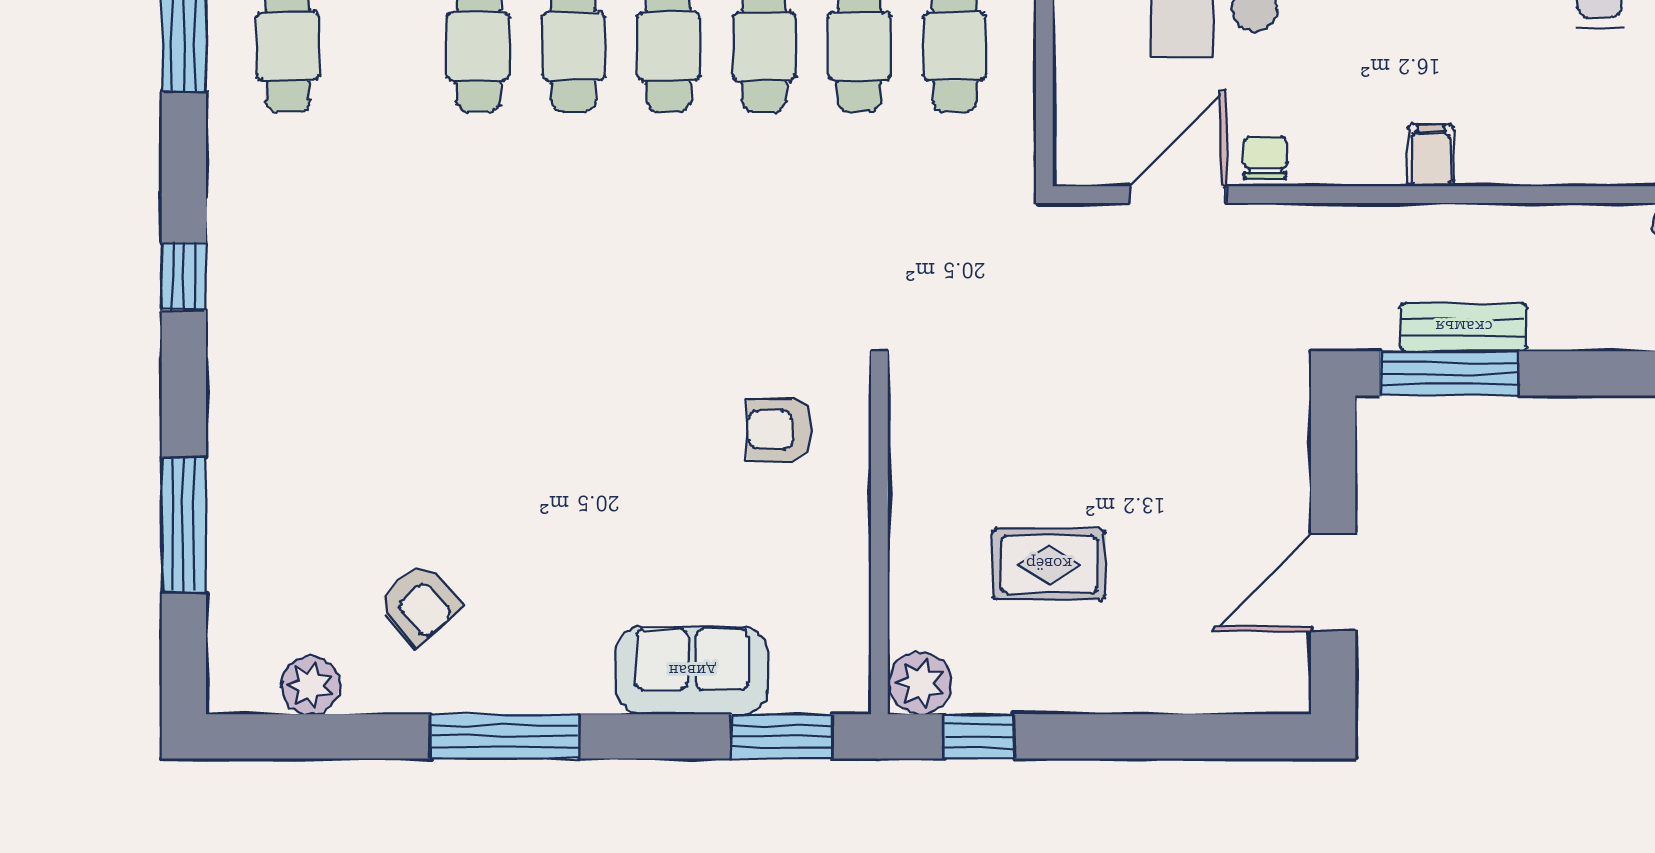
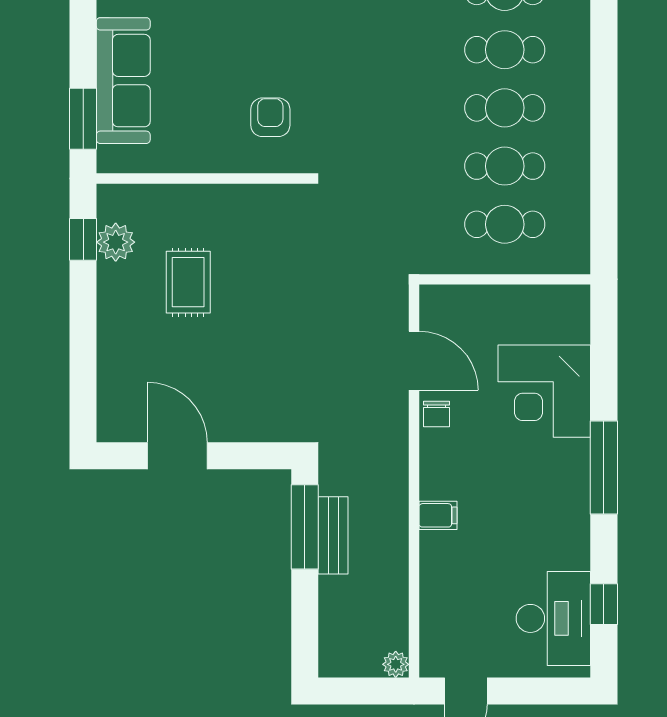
chair: (1265, 158) -> (437, 414), turned 90
sofa: (692, 671) -> (123, 81), width x1.36
plant: (920, 683) -> (116, 242), moved

